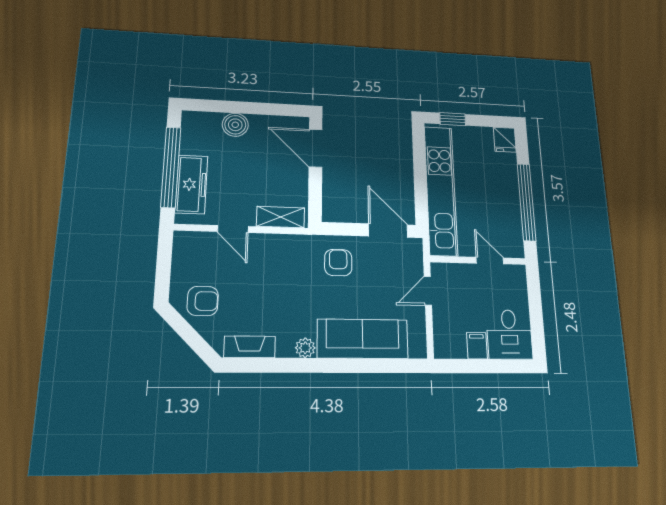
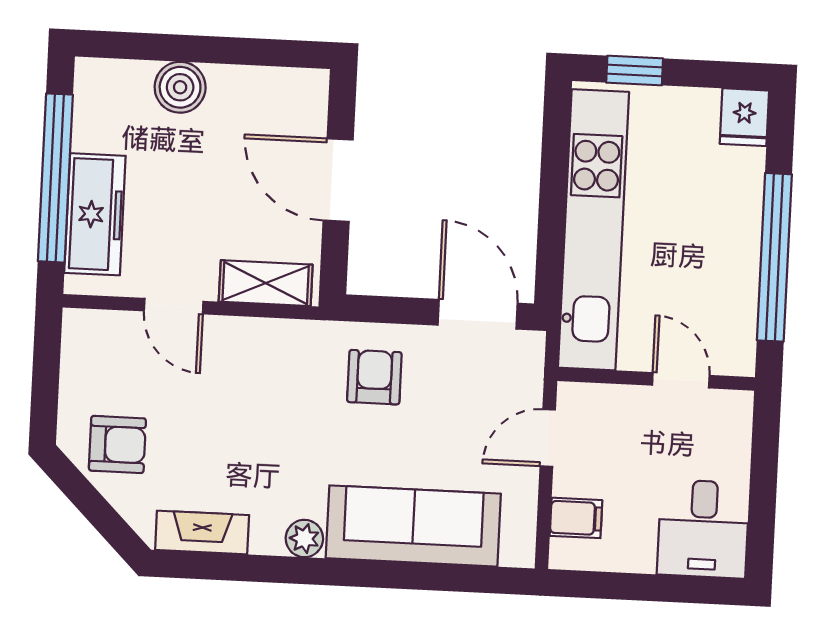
door: (316, 148) -> (338, 180), moved
filing cabinet: (477, 346) -> (576, 518), moved, turned 90

